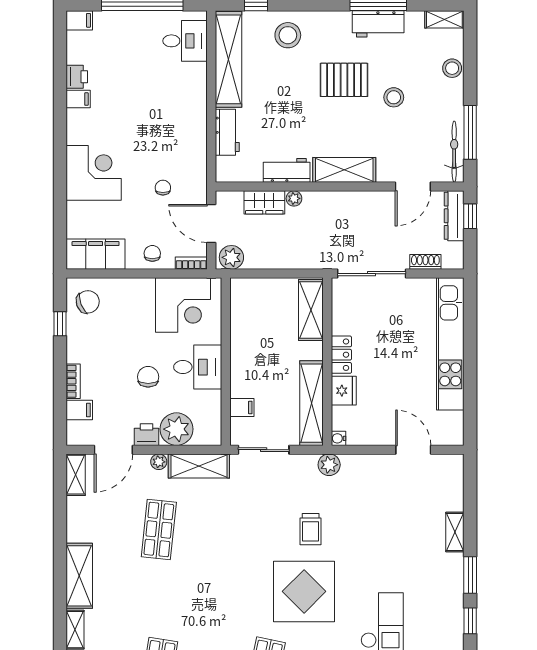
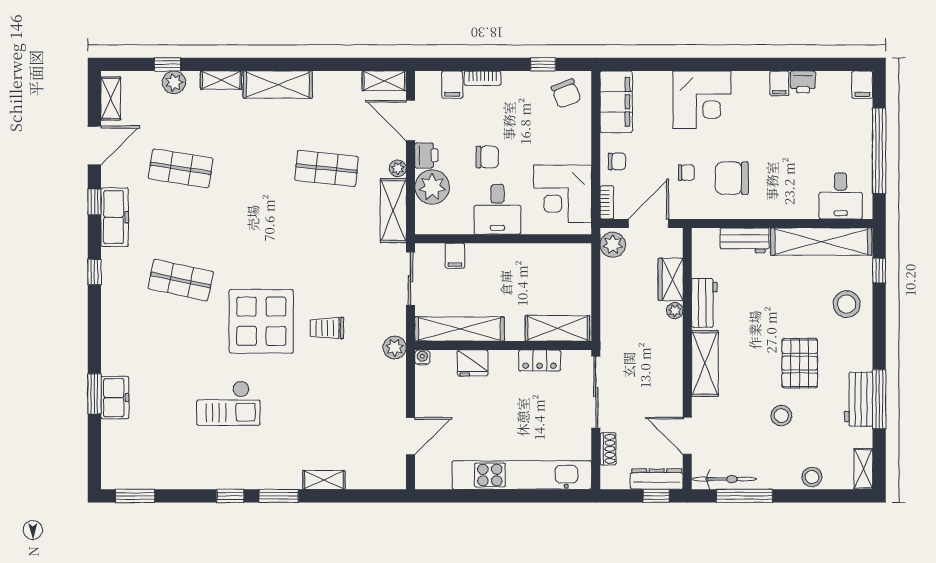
chair: (168, 144) -> (732, 178), added
locker: (341, 355) -> (540, 360), moved

